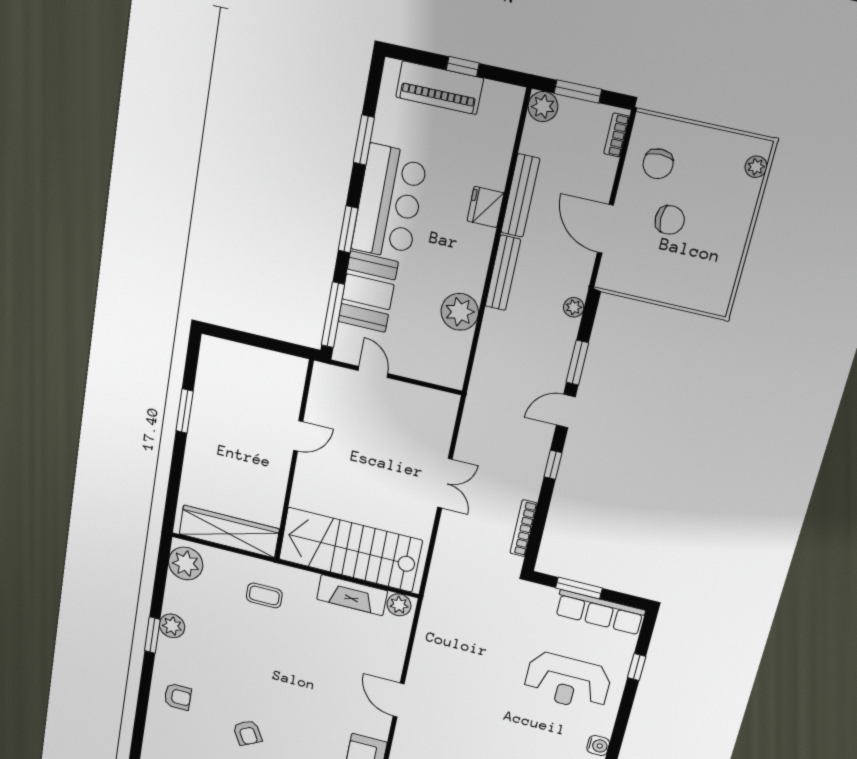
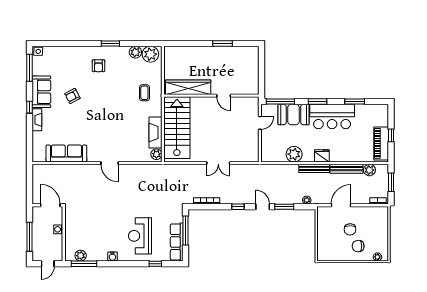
piano: (439, 88) -> (381, 143), moved
plant: (543, 107) -> (369, 170), moved
chair: (658, 164) -> (358, 246), moved
fridge: (486, 207) -> (322, 156), moved
wardrobe: (229, 531) -> (188, 87), moved, turned -90
window: (579, 588) -> (186, 231), width x1.44
plant: (172, 626) -> (135, 52), moved
armchair: (178, 697) -> (98, 66), moved
door: (399, 700) -> (110, 163), swing flipped

